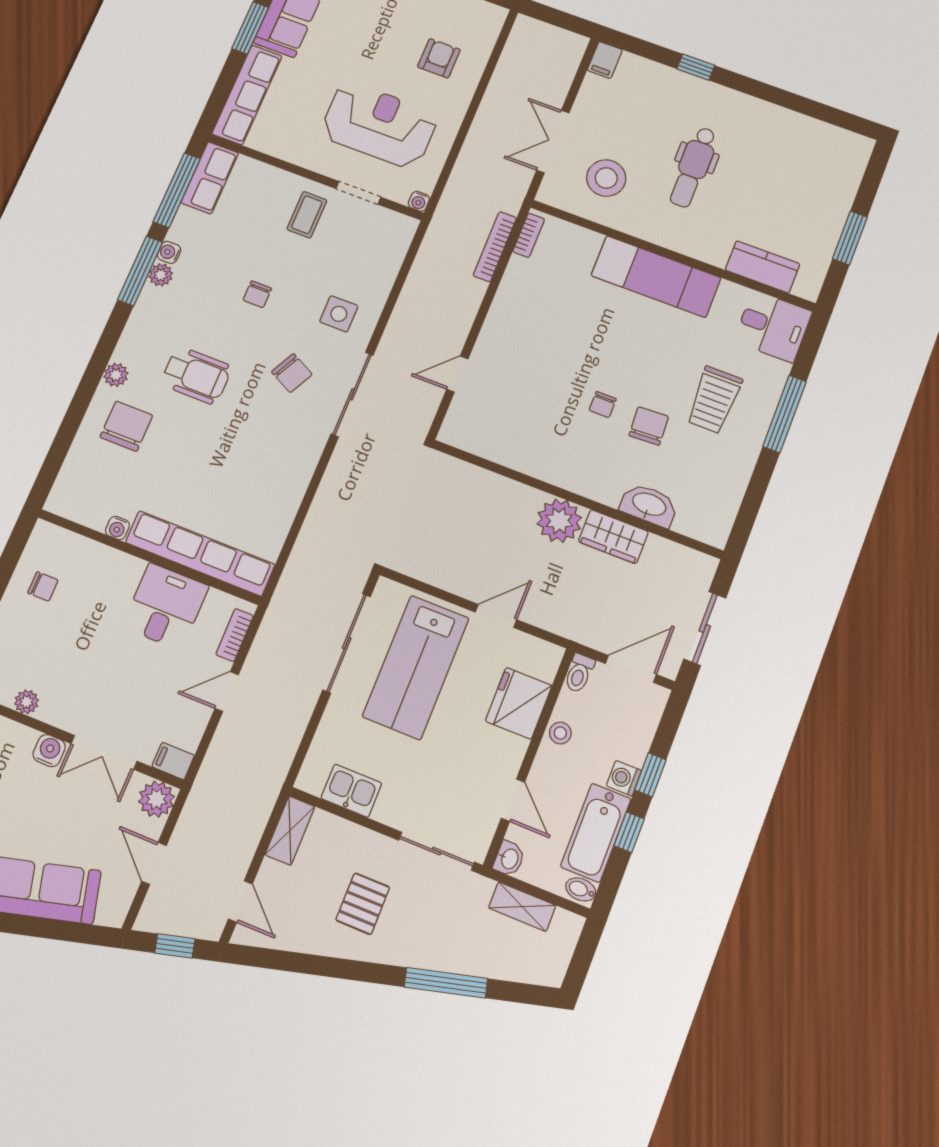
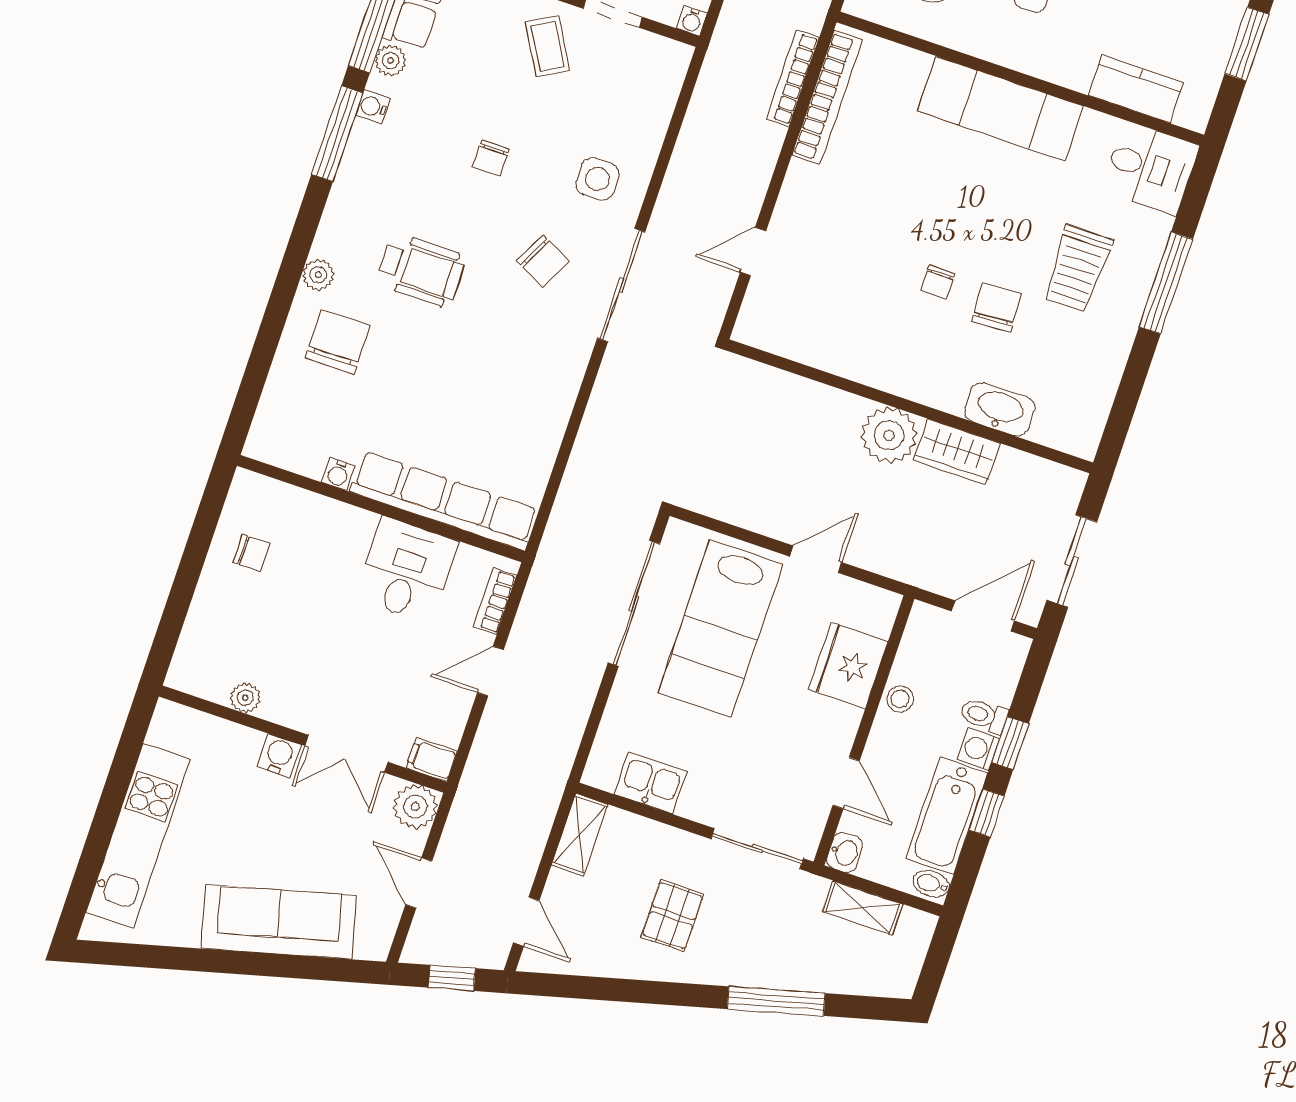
coffee table: (307, 215) -> (548, 46), turned -30
bookcase: (529, 235) -> (827, 97), width x2.31, depth x1.31
plant: (161, 275) -> (391, 60), moved
toilet: (579, 673) -> (984, 715), moved, turned 90

